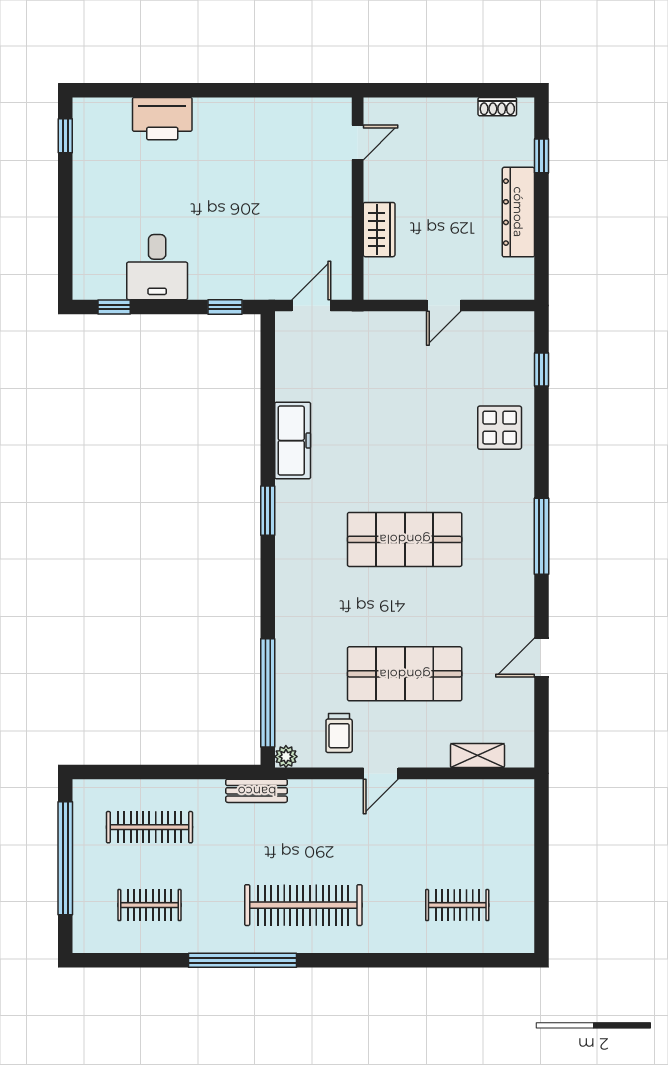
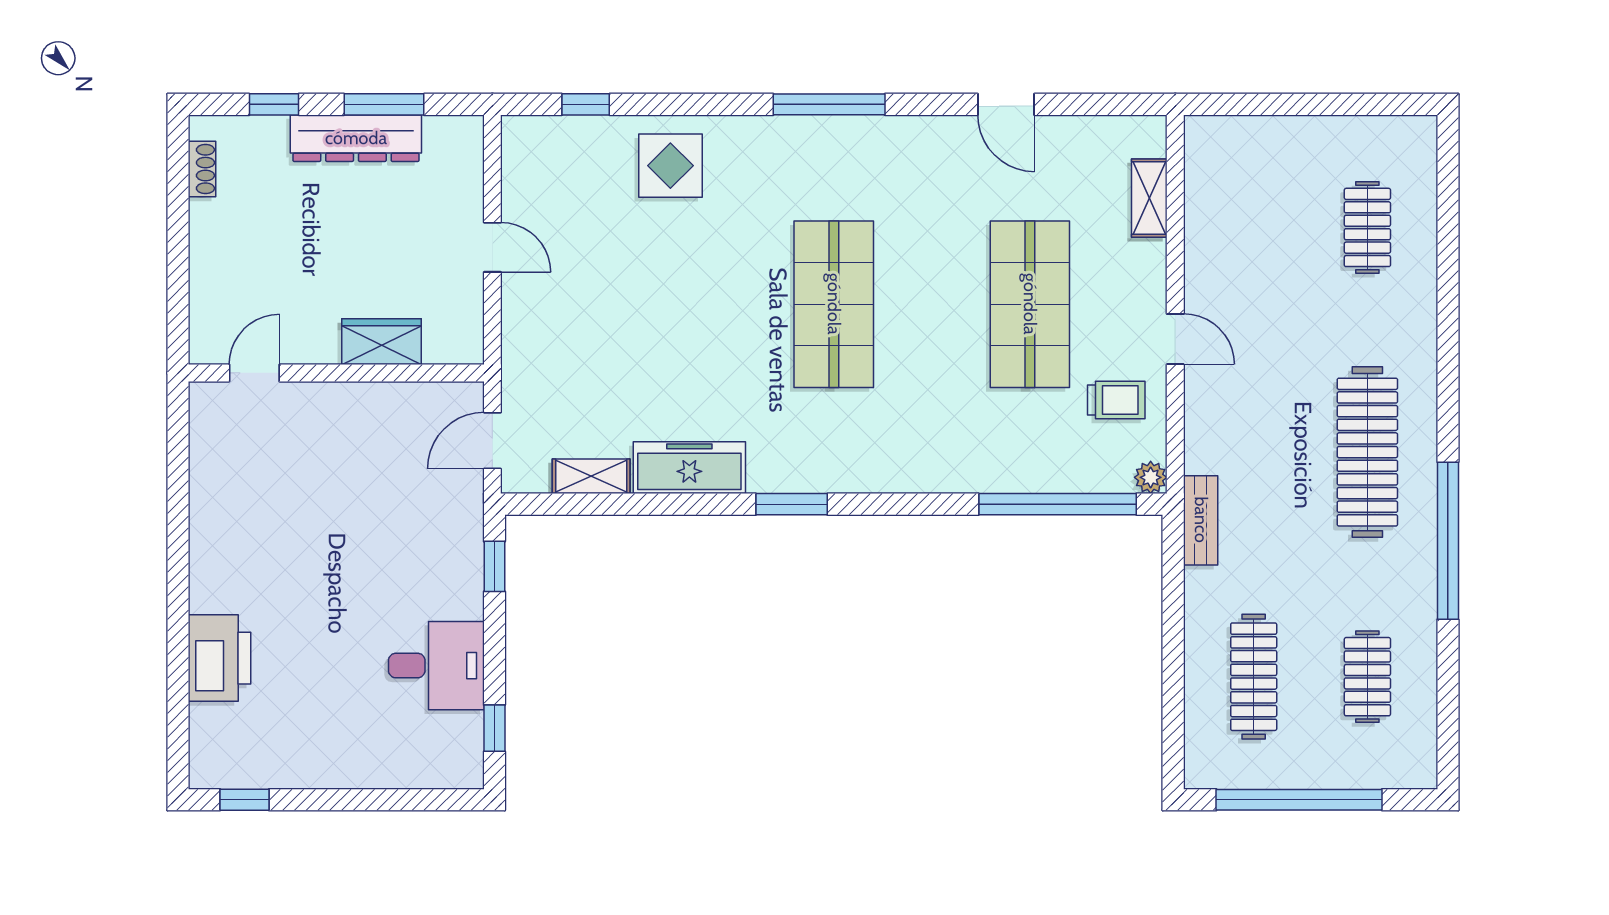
door: (358, 143) -> (254, 373), hinge flipped
window: (542, 231) -> (384, 104), added
door: (311, 306) -> (492, 441), hinge flipped
shelving: (287, 373) -> (591, 476), added

